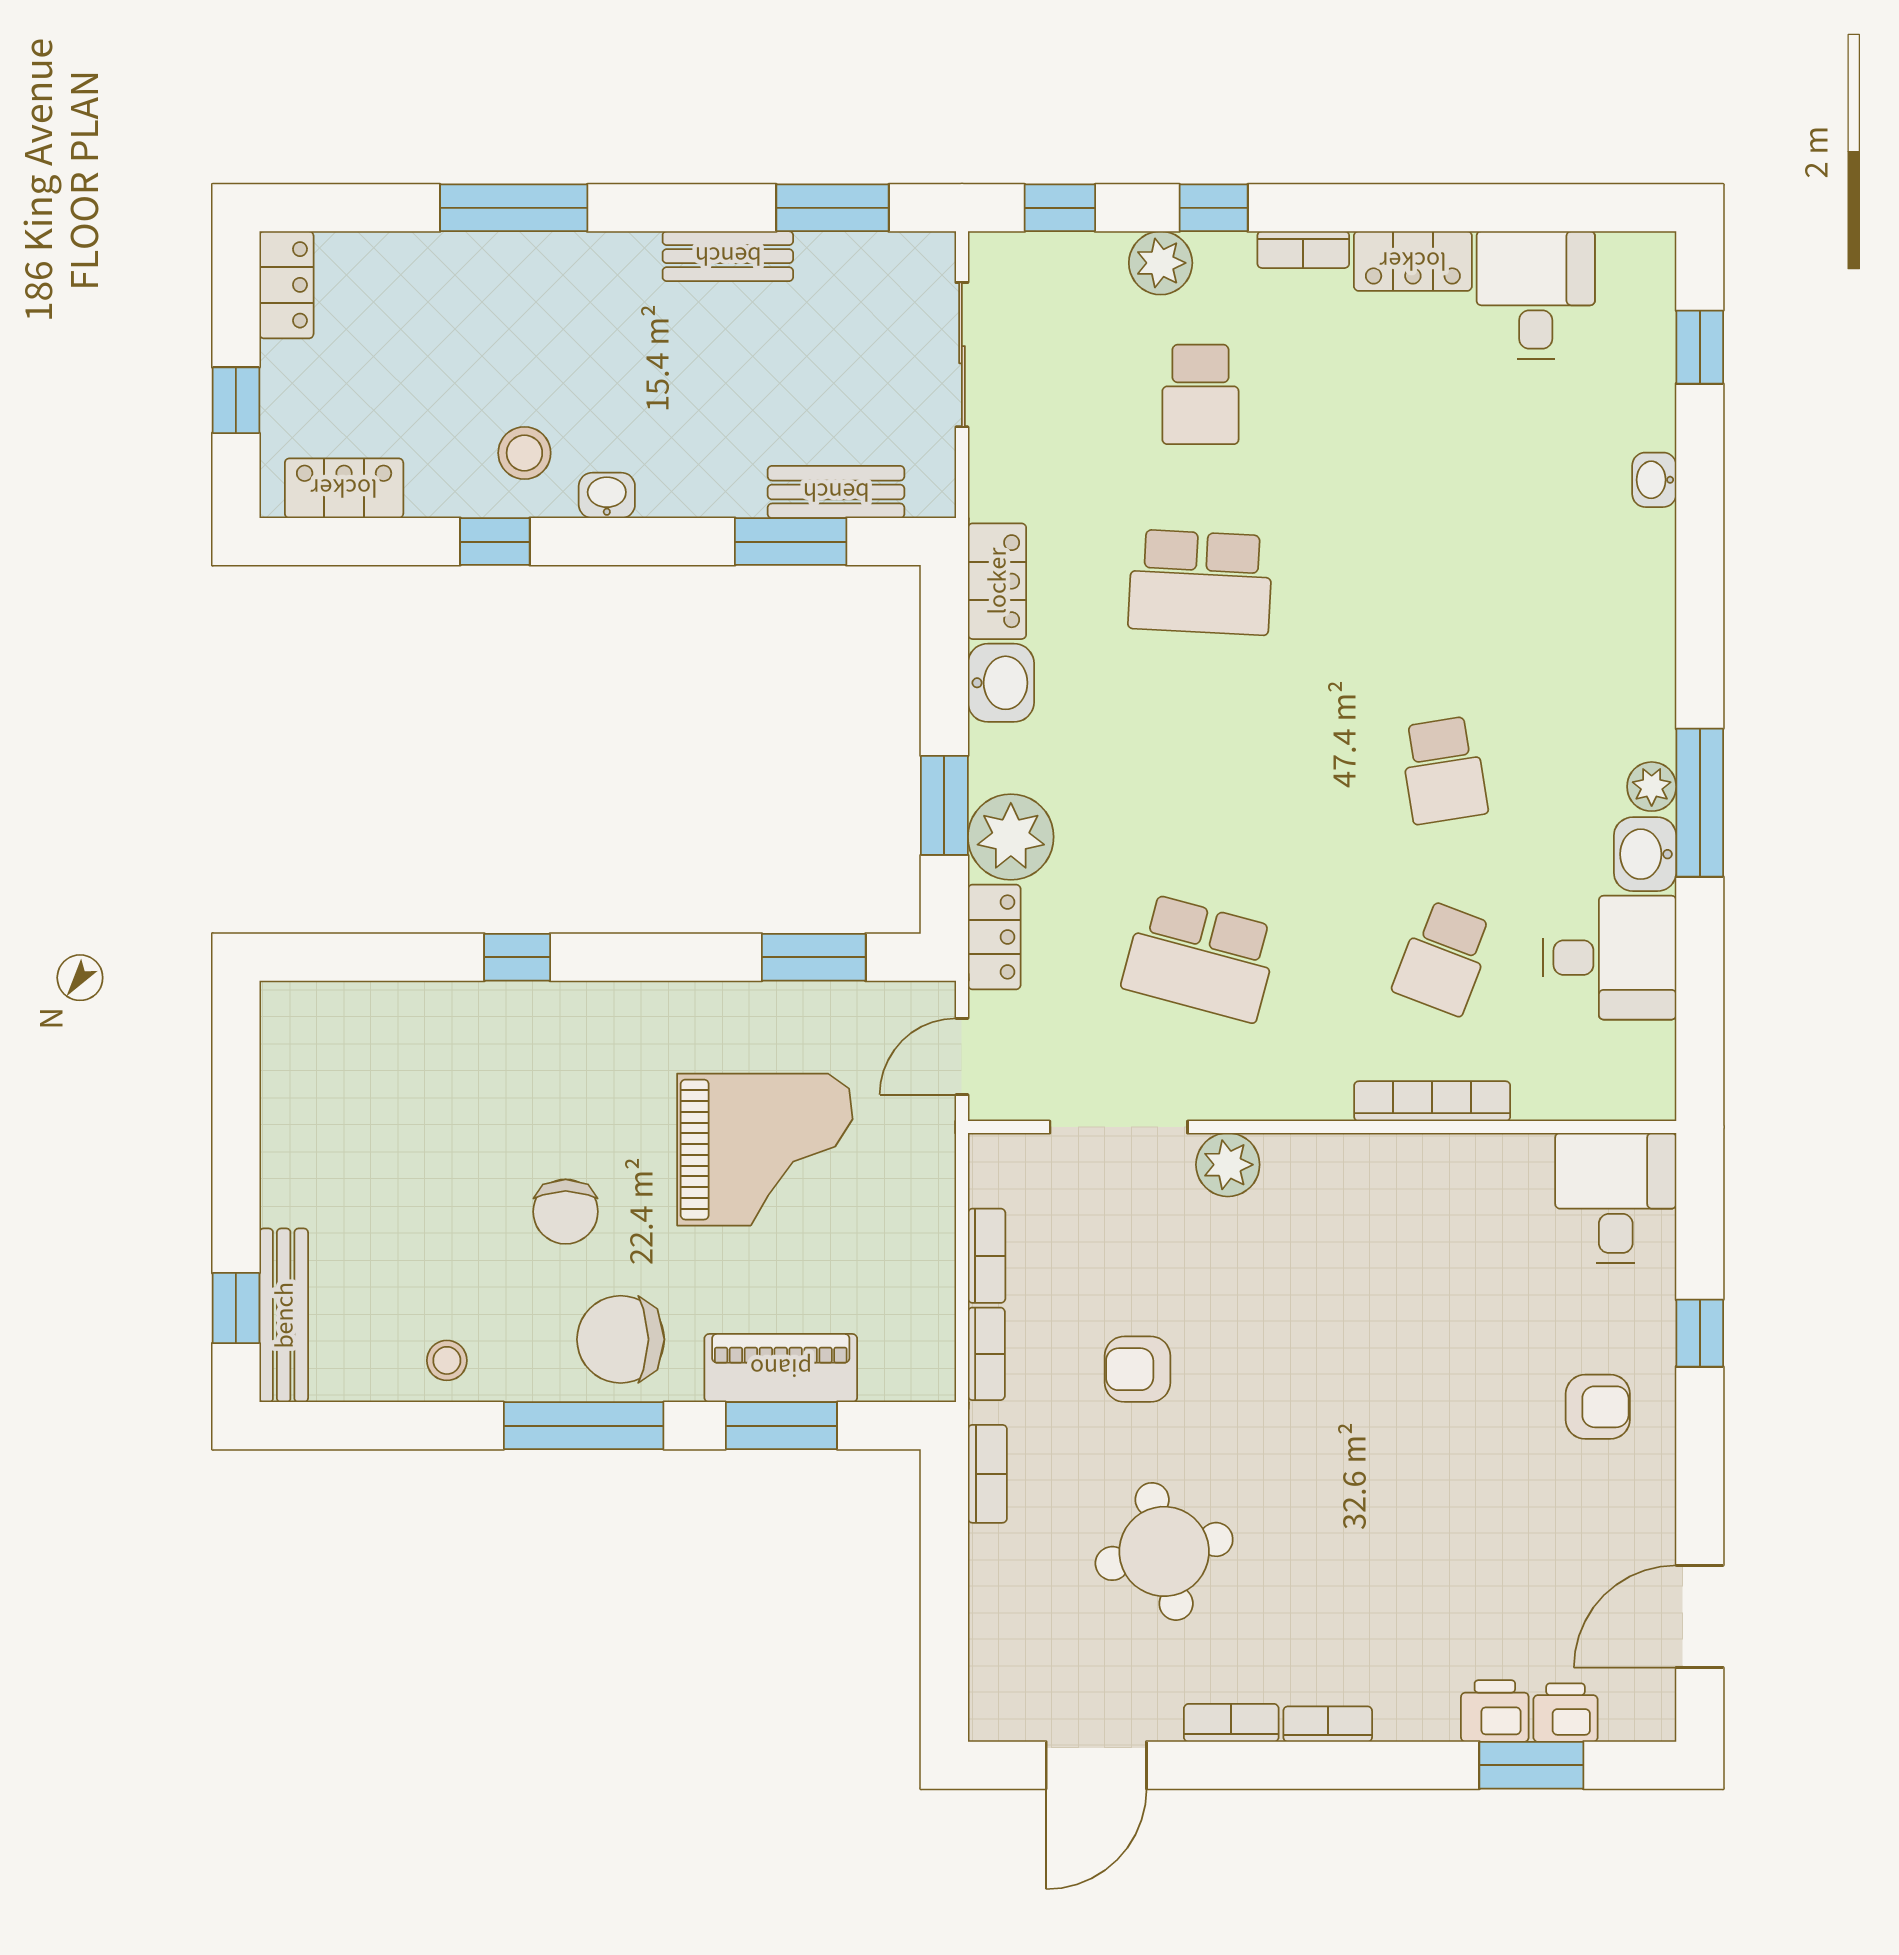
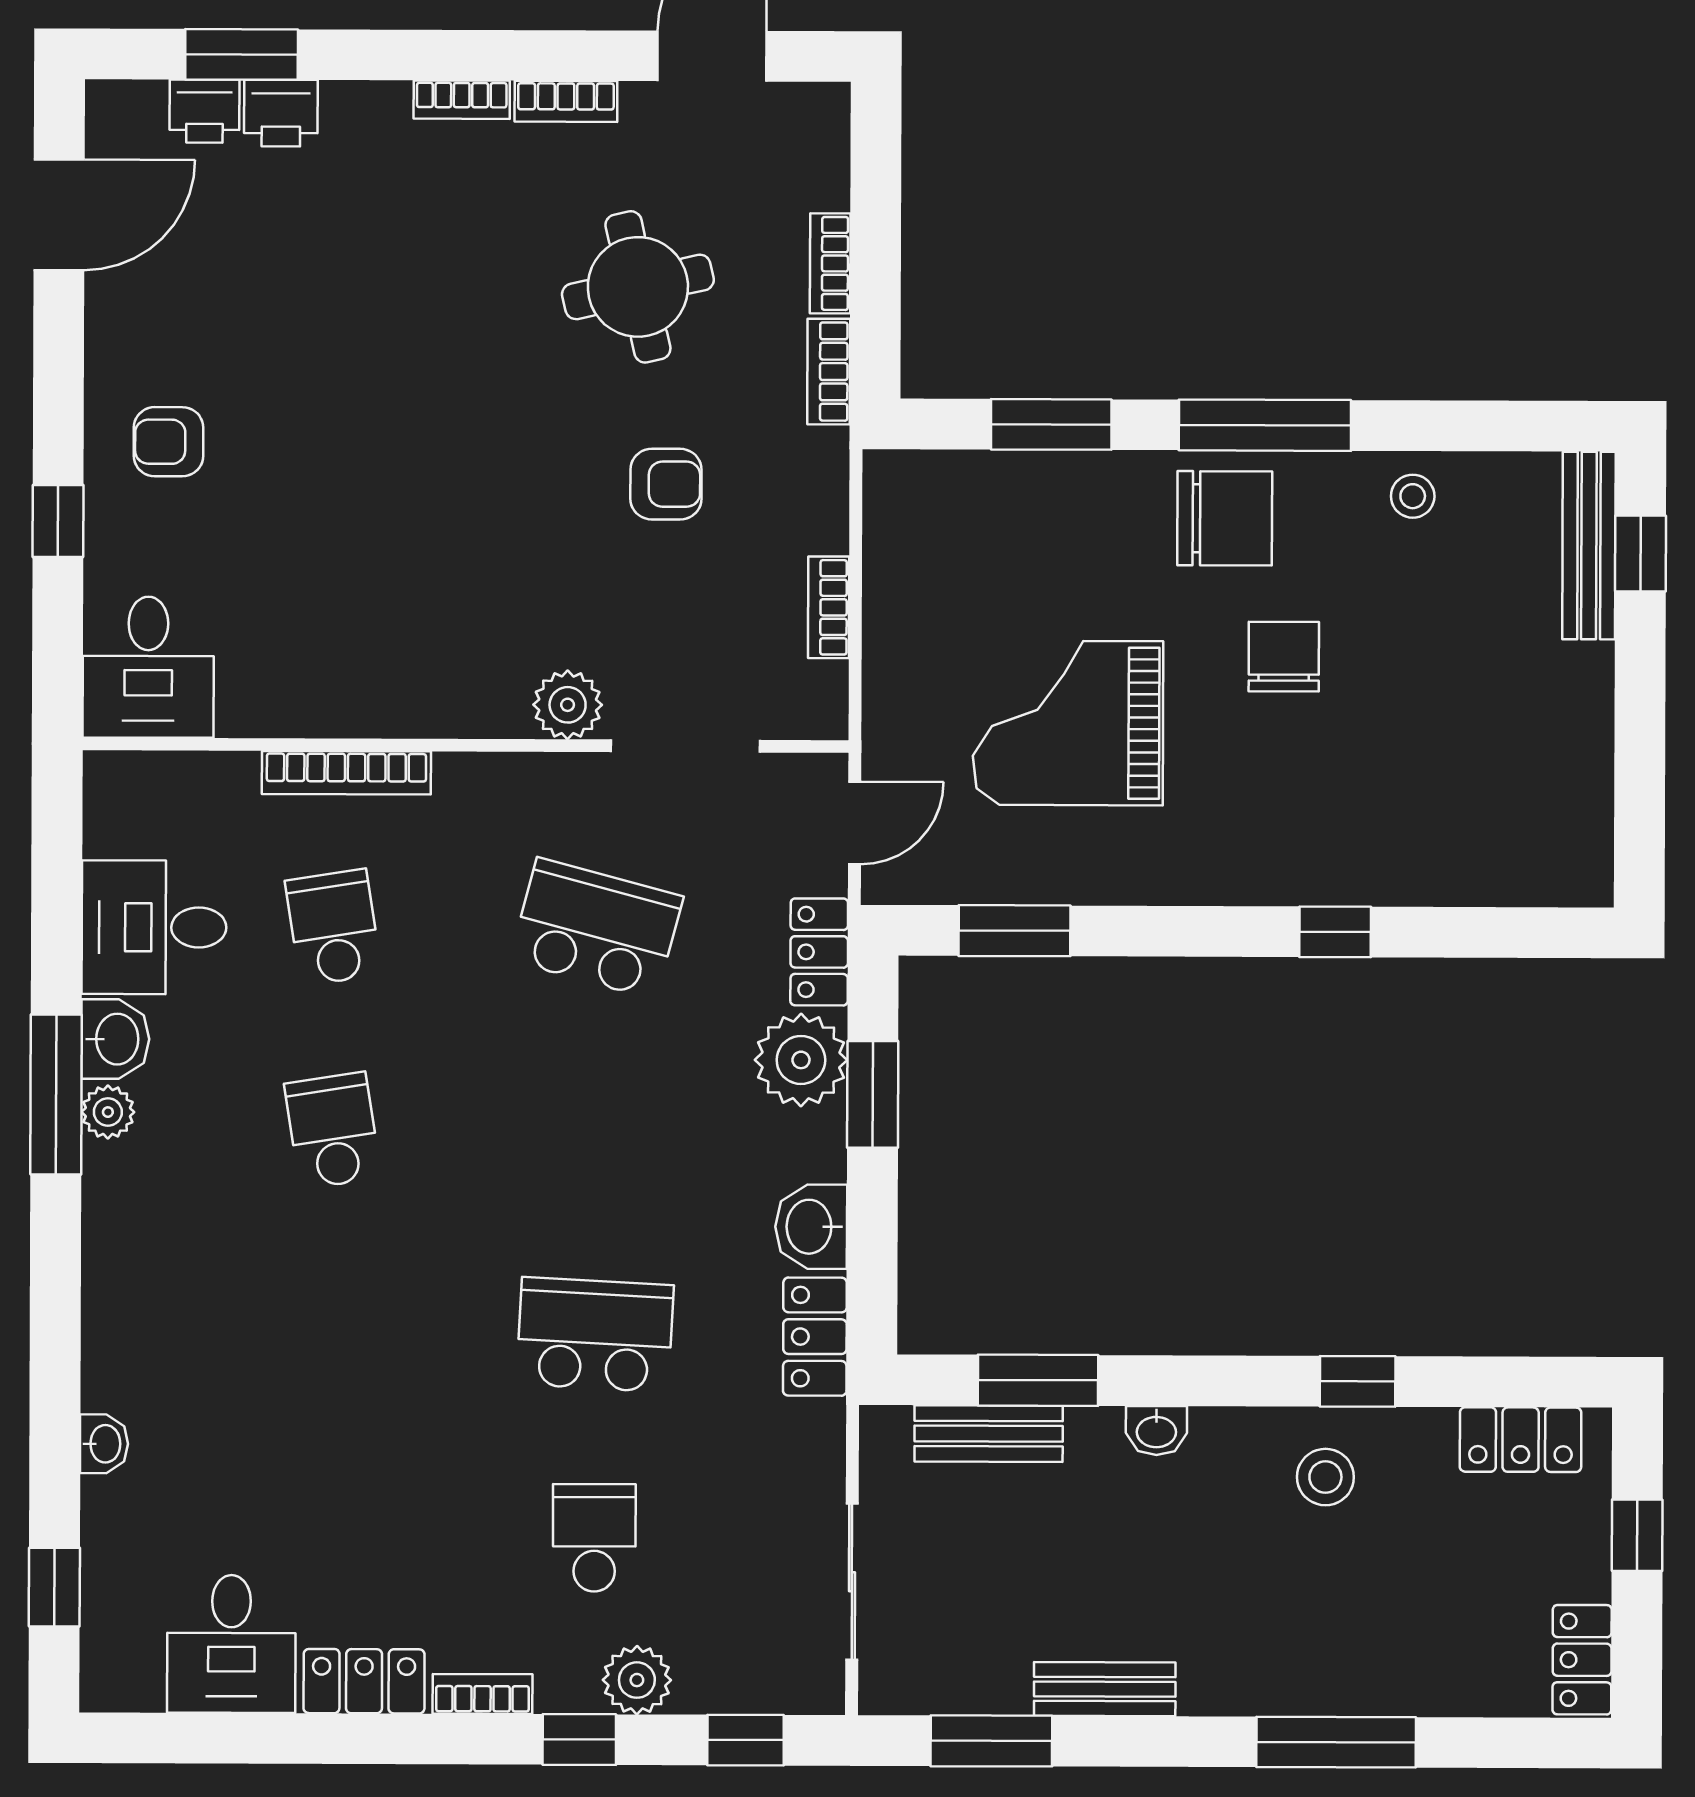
washbasin: (607, 495) -> (1156, 1431), moved
school desk: (1444, 958) -> (333, 927), turned -30
bookcase: (986, 1354) -> (830, 263), moved
piano: (781, 1368) -> (1052, 487), removed

